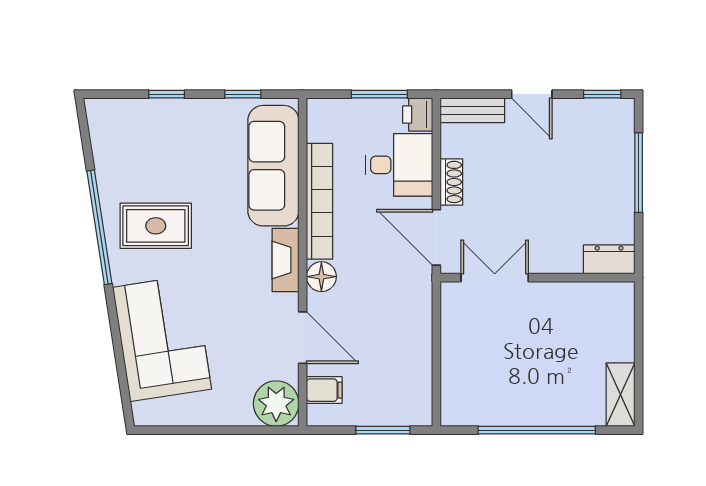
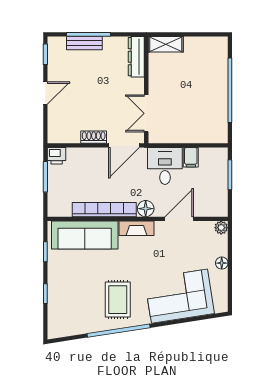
bench: (472, 110) -> (84, 43), moved, turned 90
desk: (399, 165) -> (165, 166), moved
dresser: (609, 259) -> (136, 57), width x1.44
filing cabinet: (324, 390) -> (191, 157), moved, turned 180
shelving: (621, 395) -> (166, 44), moved
plant: (276, 404) -> (221, 228), width x0.53, depth x0.53
floor lamp: (222, 415) -> (222, 263), added

